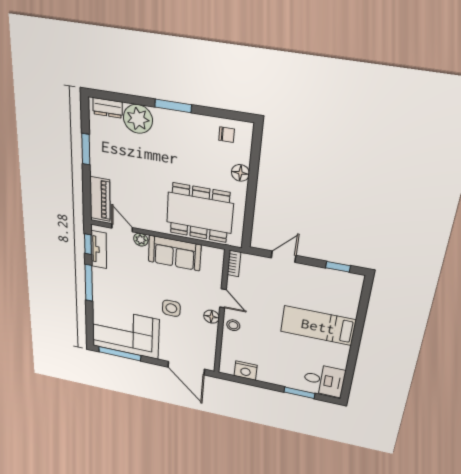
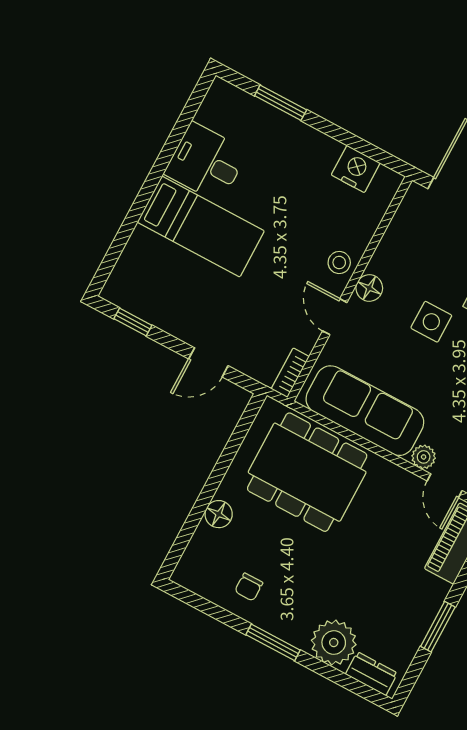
chair: (227, 135) -> (249, 587), moved, turned -90
sofa: (175, 253) -> (365, 411), width x1.36
desk: (324, 380) -> (206, 163), moved

